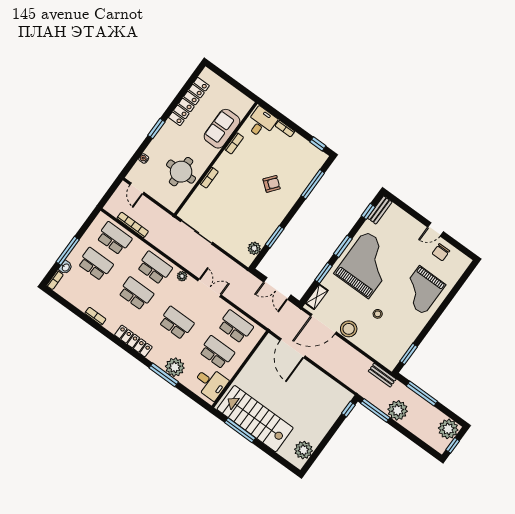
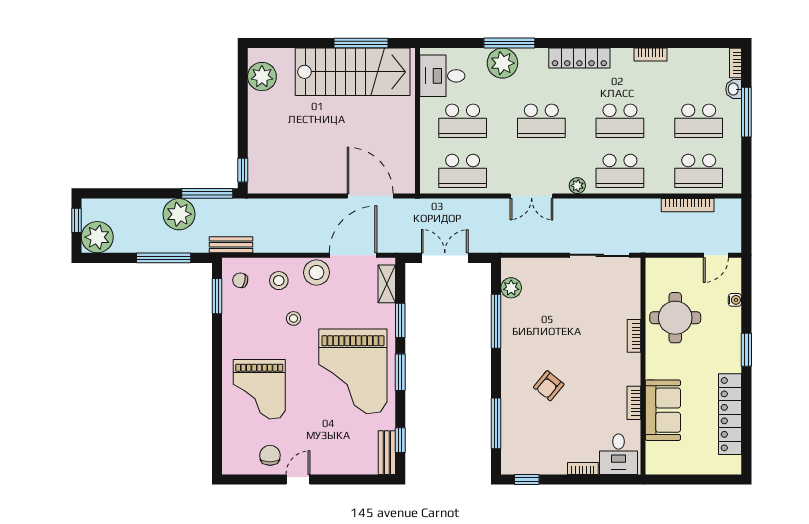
door: (137, 189) -> (716, 255), swing flipped
window: (275, 237) -> (496, 321), width x1.44
grand piano: (422, 290) -> (259, 389), turned 180
stool: (371, 339) -> (279, 281), added
chair: (391, 353) -> (240, 280), added

